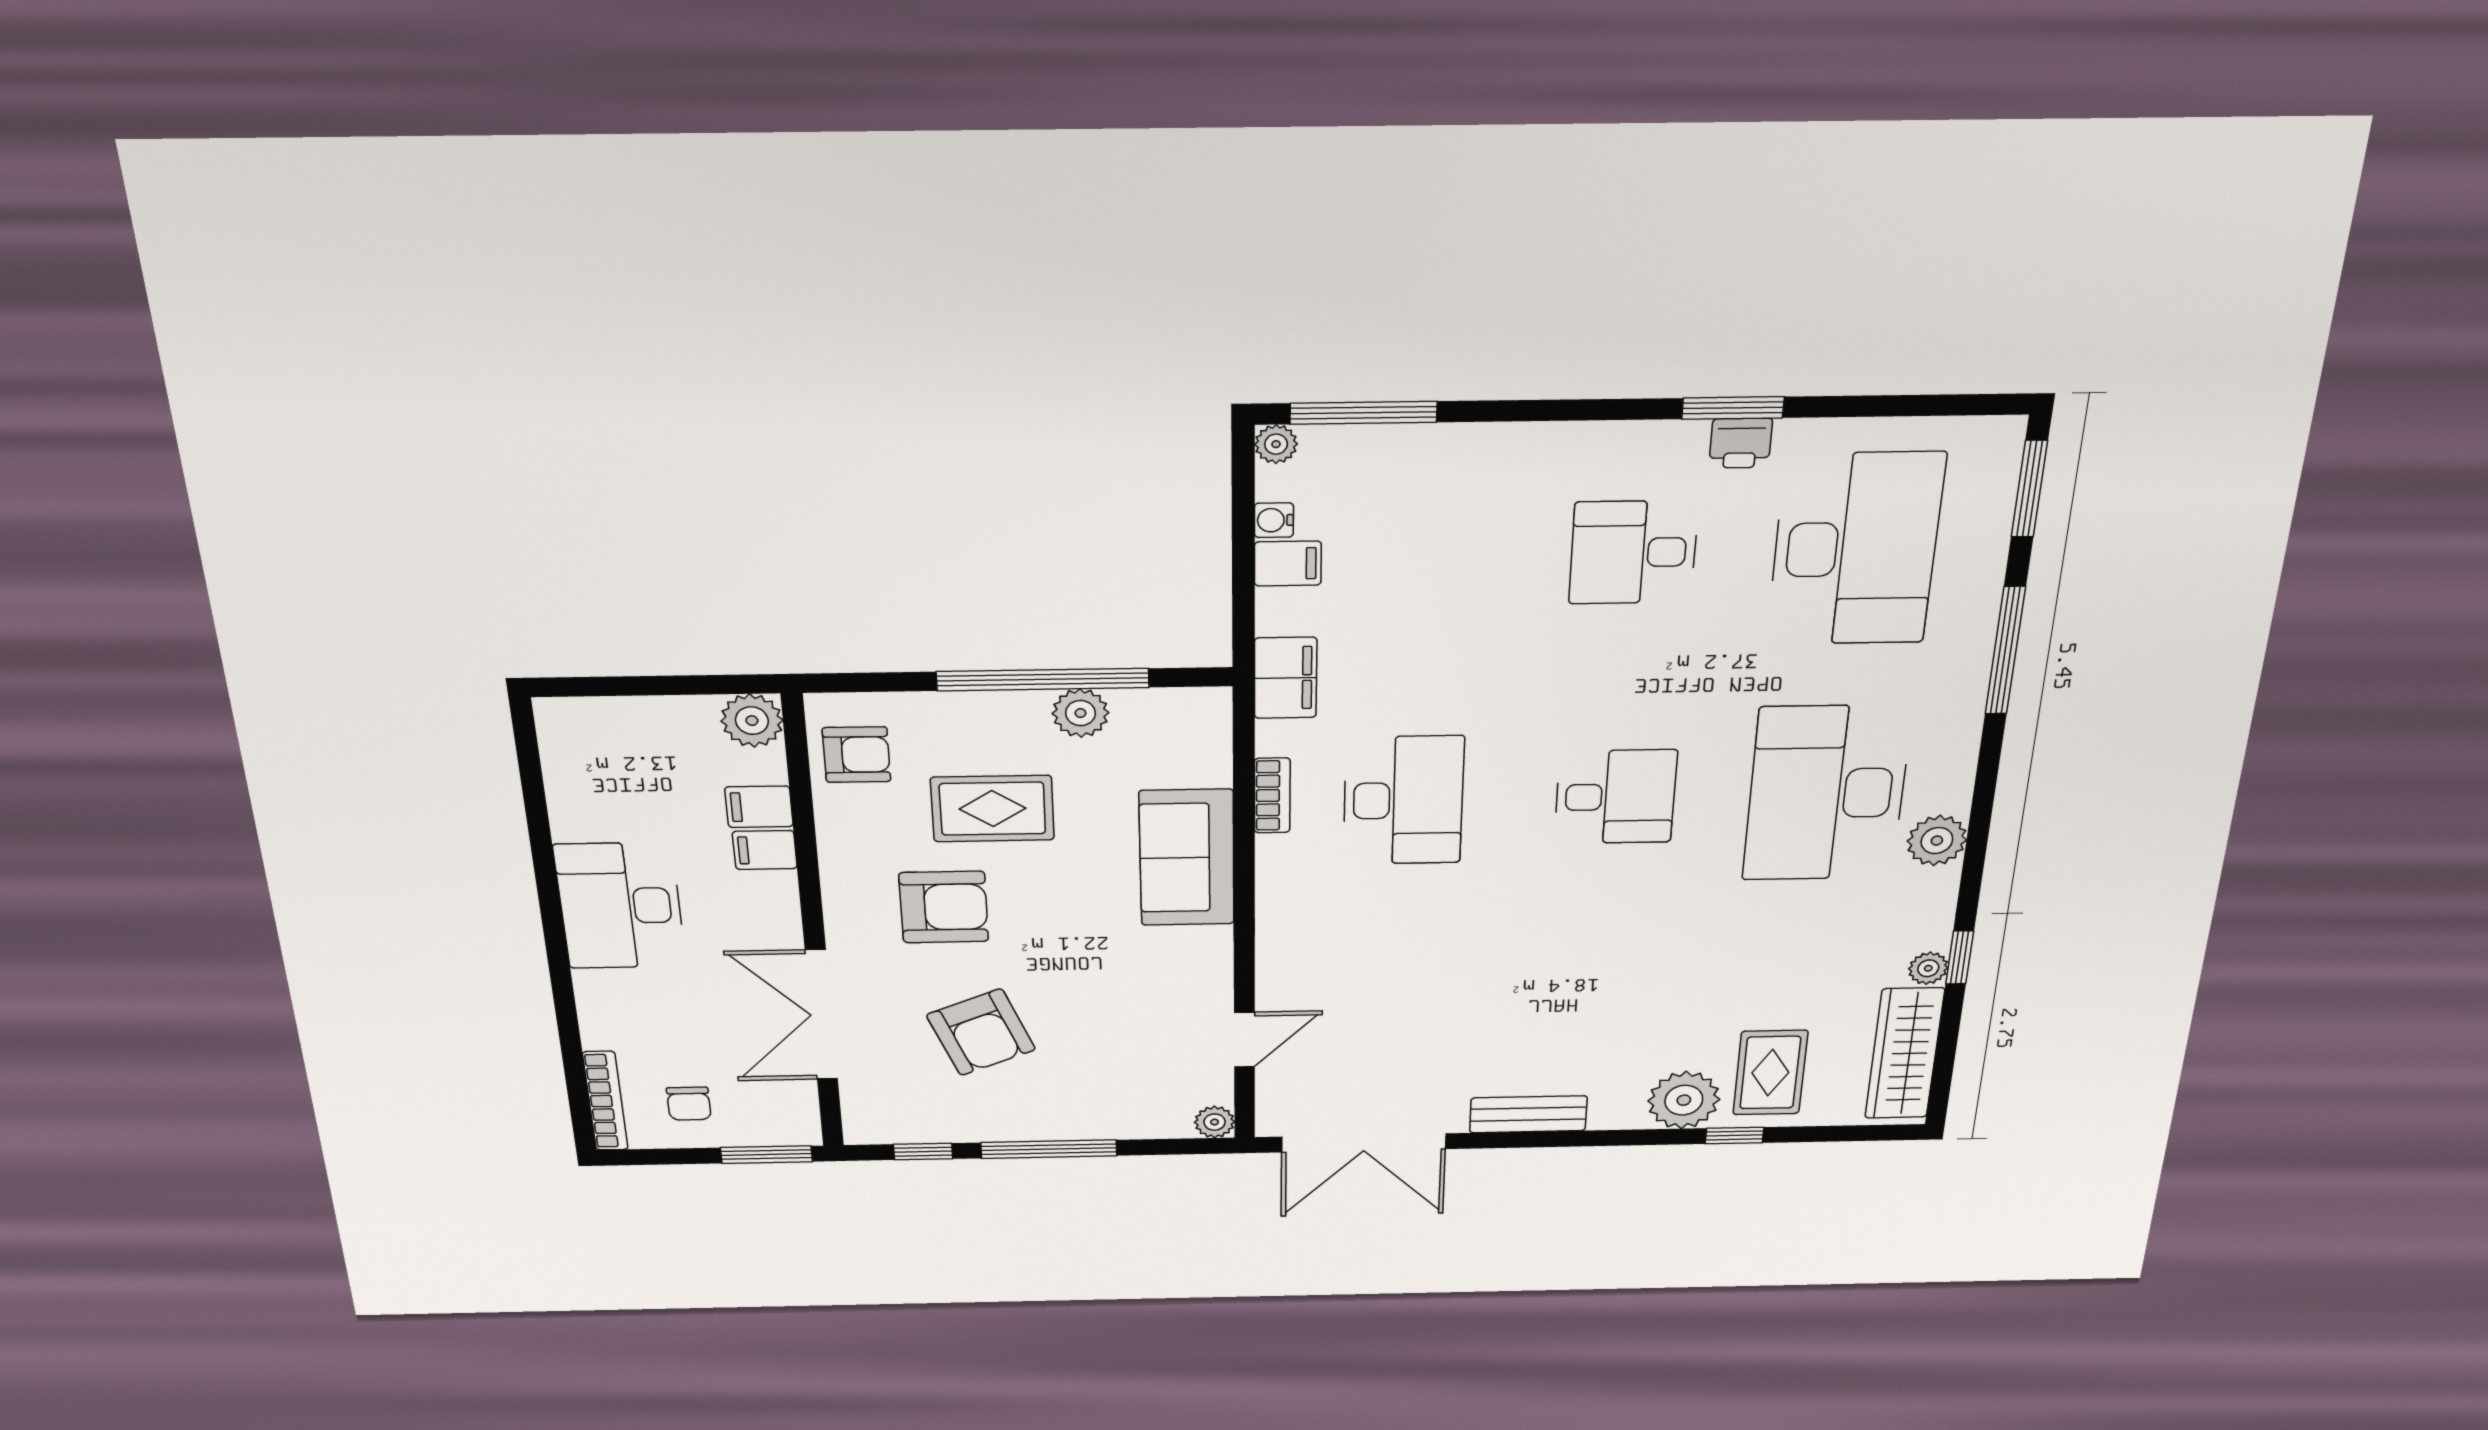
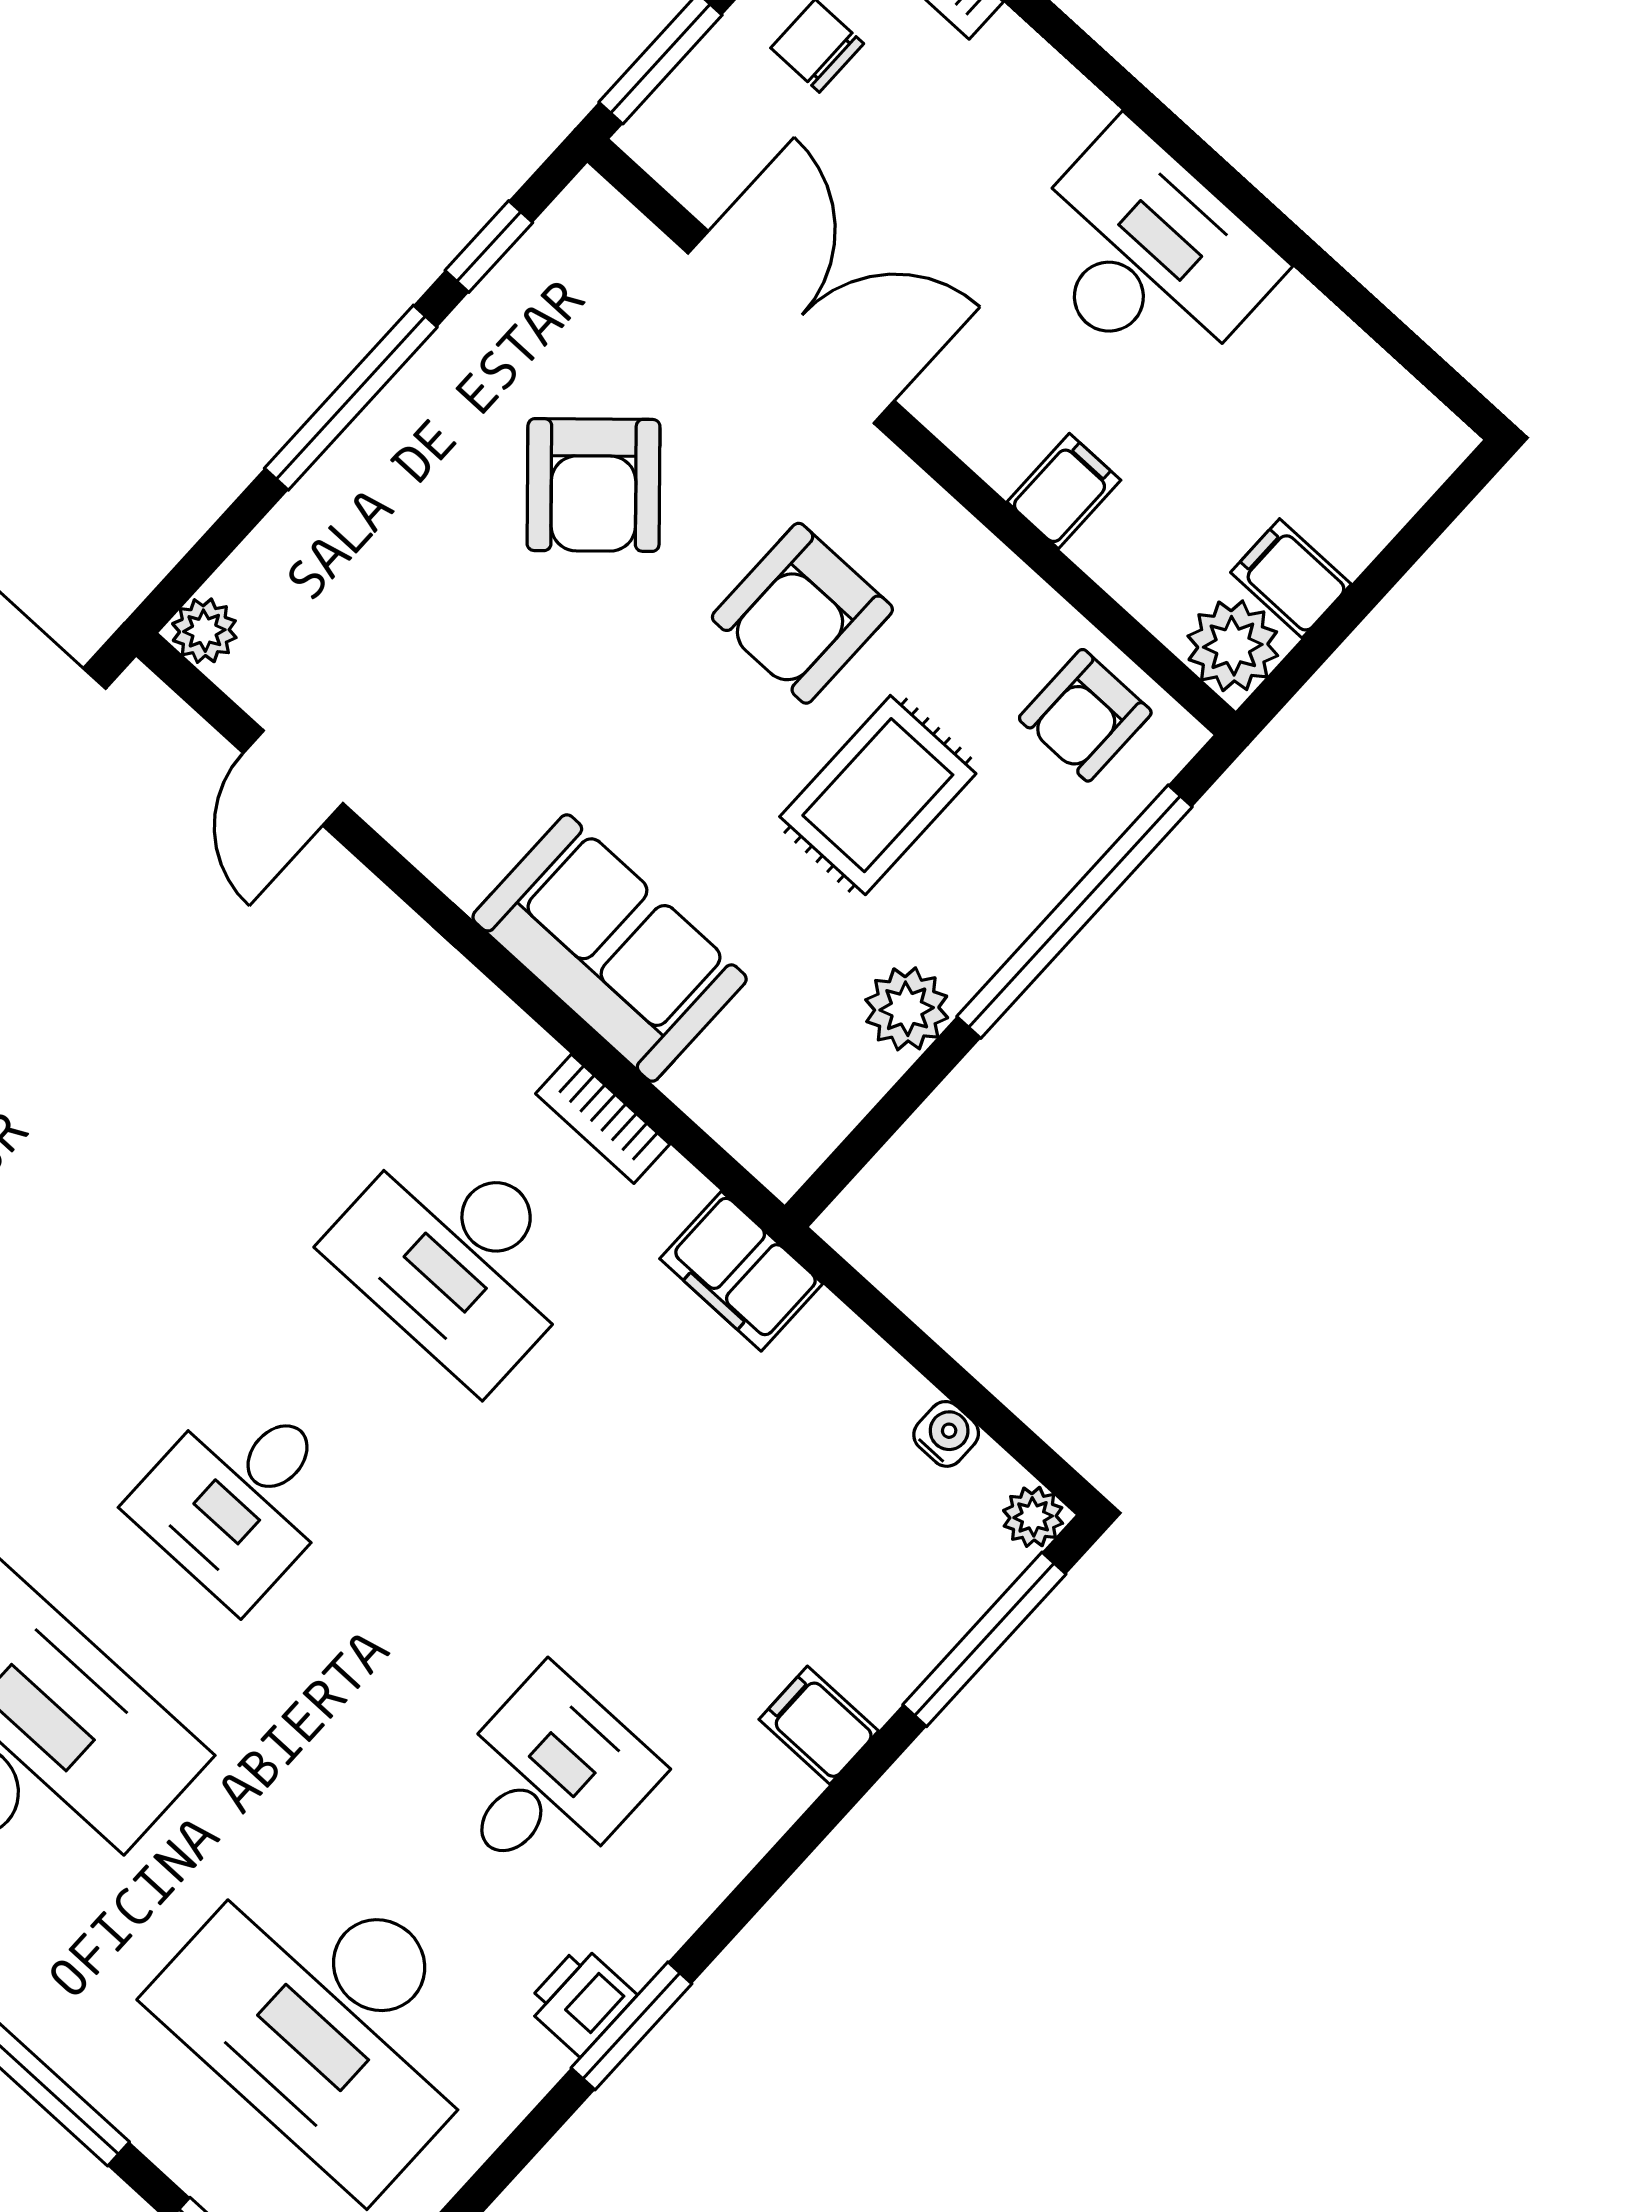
filing cabinet: (1288, 564) -> (819, 1725), moved, turned 90
window: (1043, 680) -> (1074, 912), moved
filing cabinet: (759, 807) -> (1291, 578), moved, turned -90
armchair: (981, 1032) -> (594, 485), turned -110

